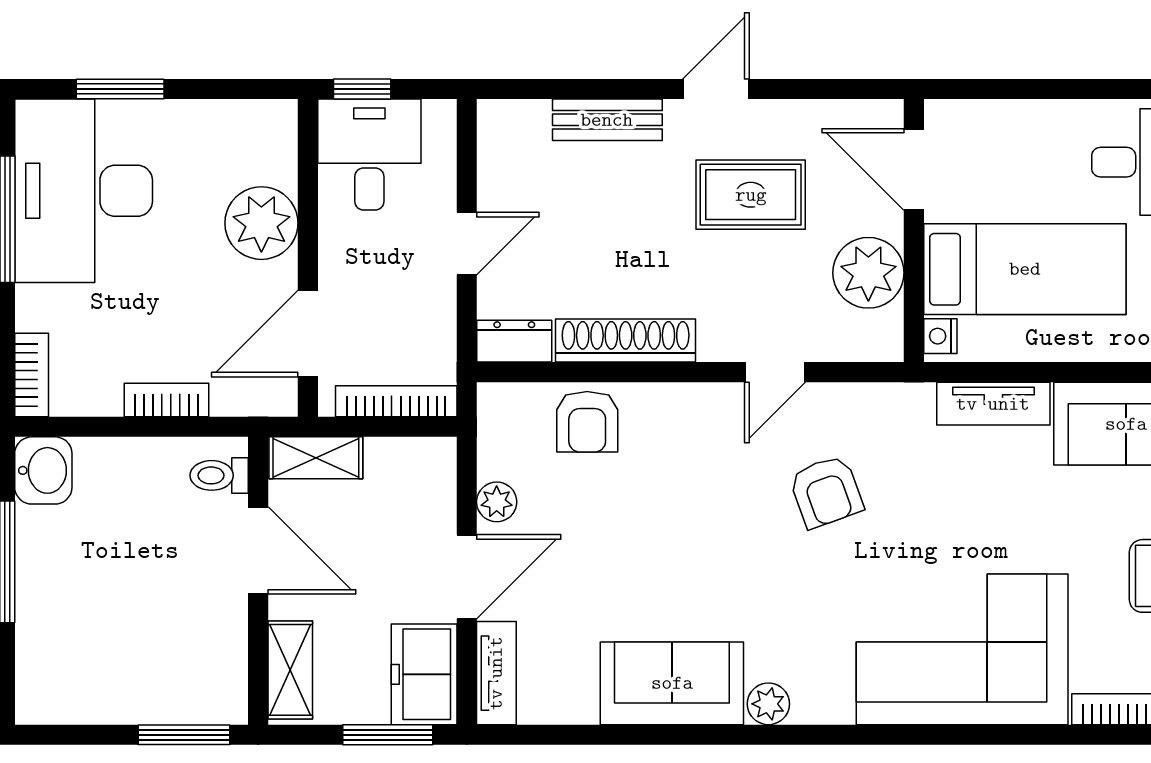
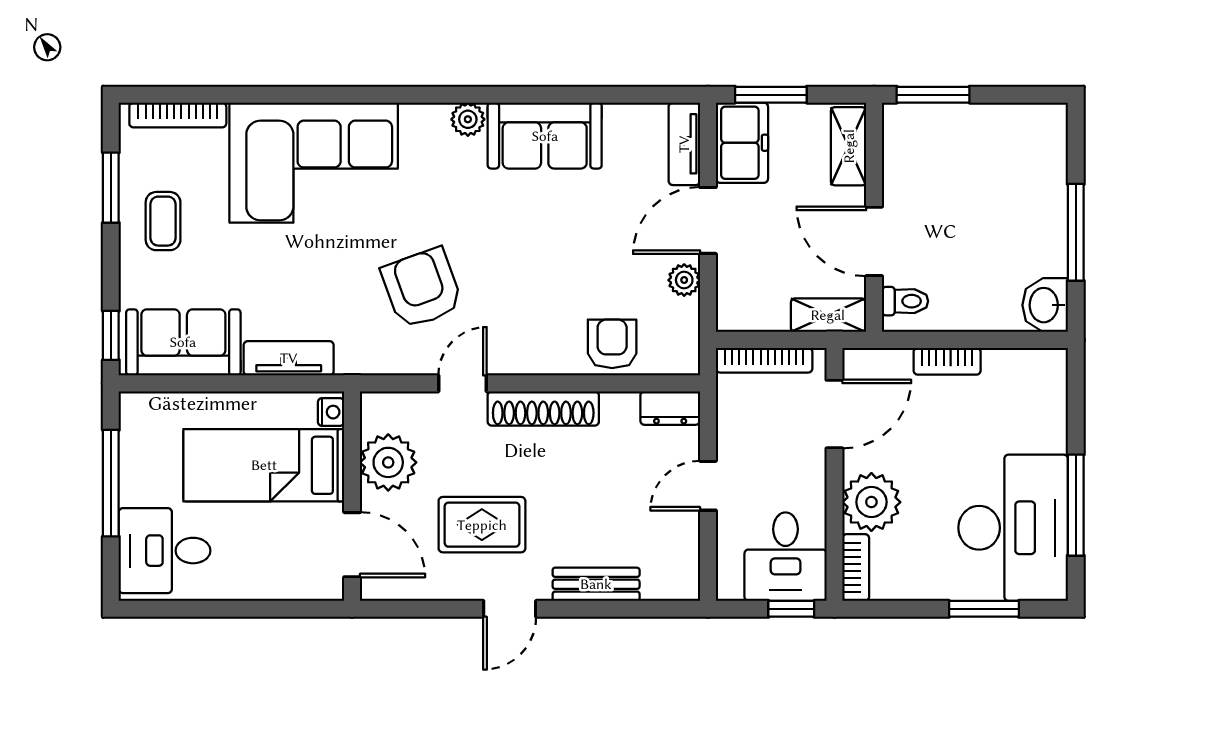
shoe rack: (626, 341) -> (543, 408), moved
bookcase: (32, 375) -> (856, 568), moved, turned 180
armchair: (826, 492) -> (422, 288), width x1.38, depth x1.38

